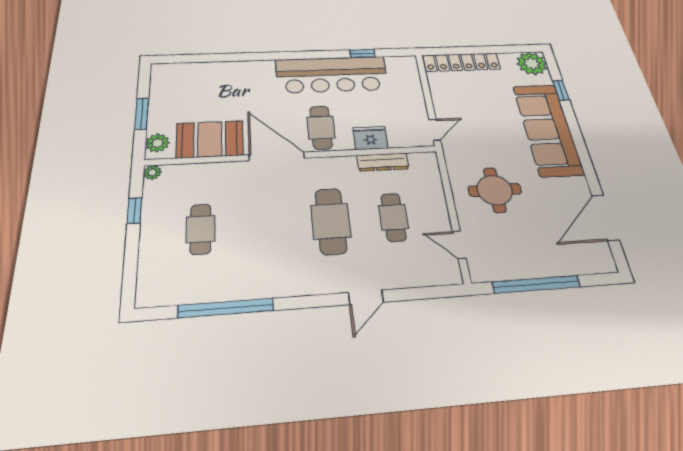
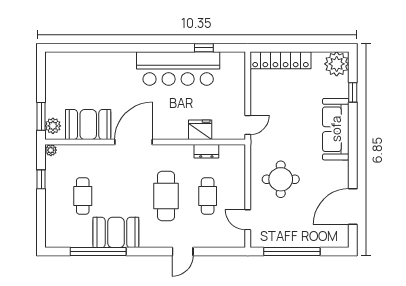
window: (142, 114) -> (41, 116), moved
cafe table: (321, 127) -> (166, 118), removed
sofa: (548, 129) -> (336, 129), width x0.74, depth x0.79
door: (277, 156) -> (134, 142), hinge flipped
dresser: (383, 162) -> (206, 151), width x0.70
booth: (255, 277) -> (116, 232), added

